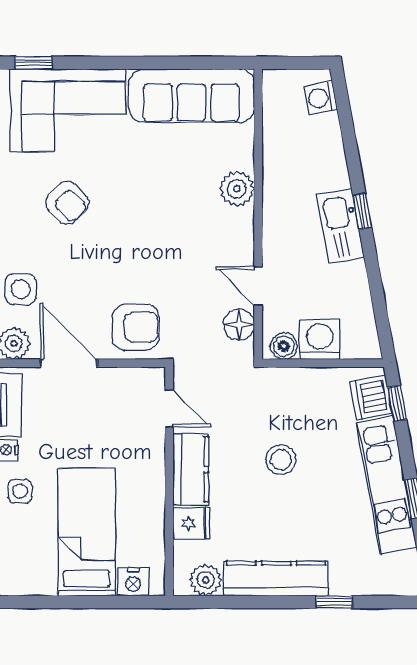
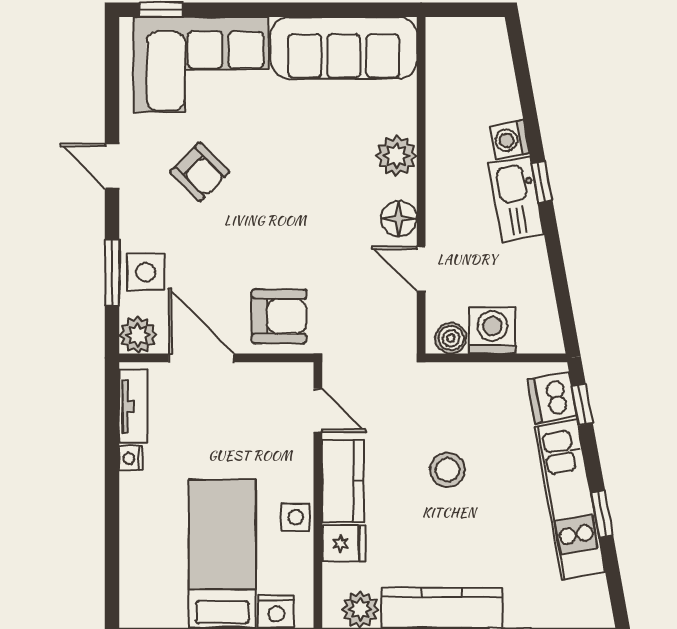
washing machine: (321, 98) -> (510, 140), moved
floor lamp: (239, 325) -> (399, 219), moved
side table: (20, 491) -> (296, 517), moved

